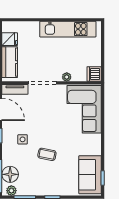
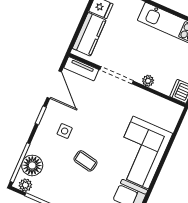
corner sofa: (84, 109) -> (141, 153), moved

